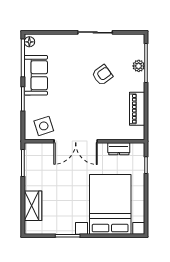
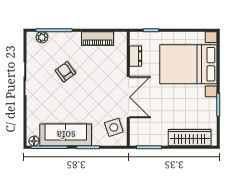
plant: (139, 66) -> (42, 37), moved
sofa: (36, 75) -> (66, 135), width x1.36
wardrobe: (33, 206) -> (190, 138), width x1.50

